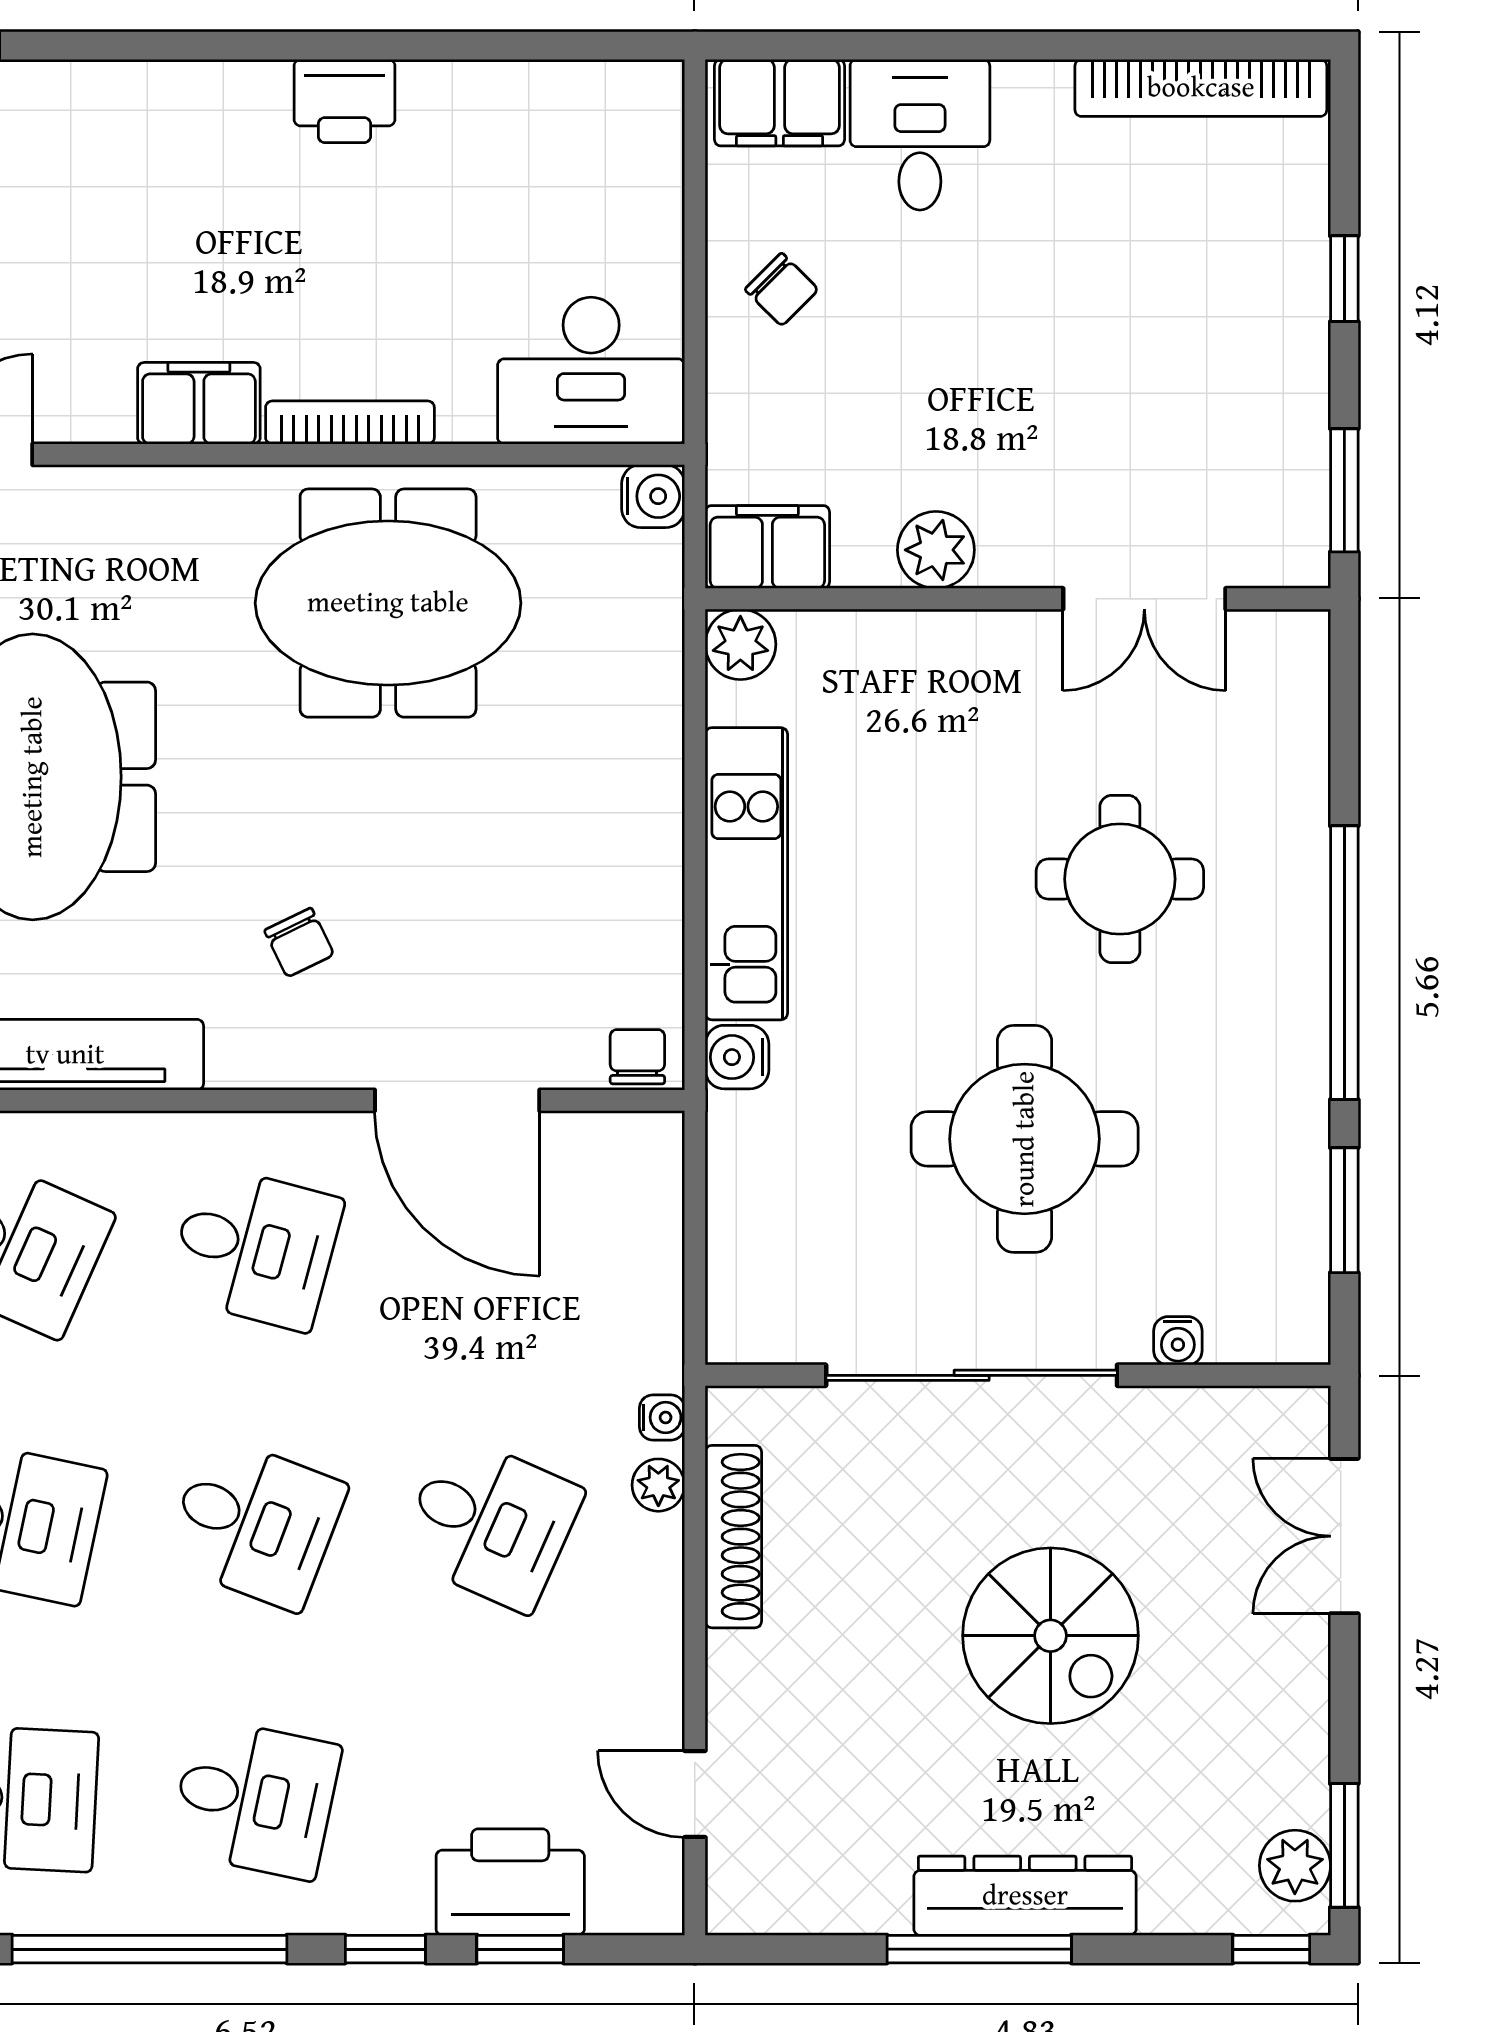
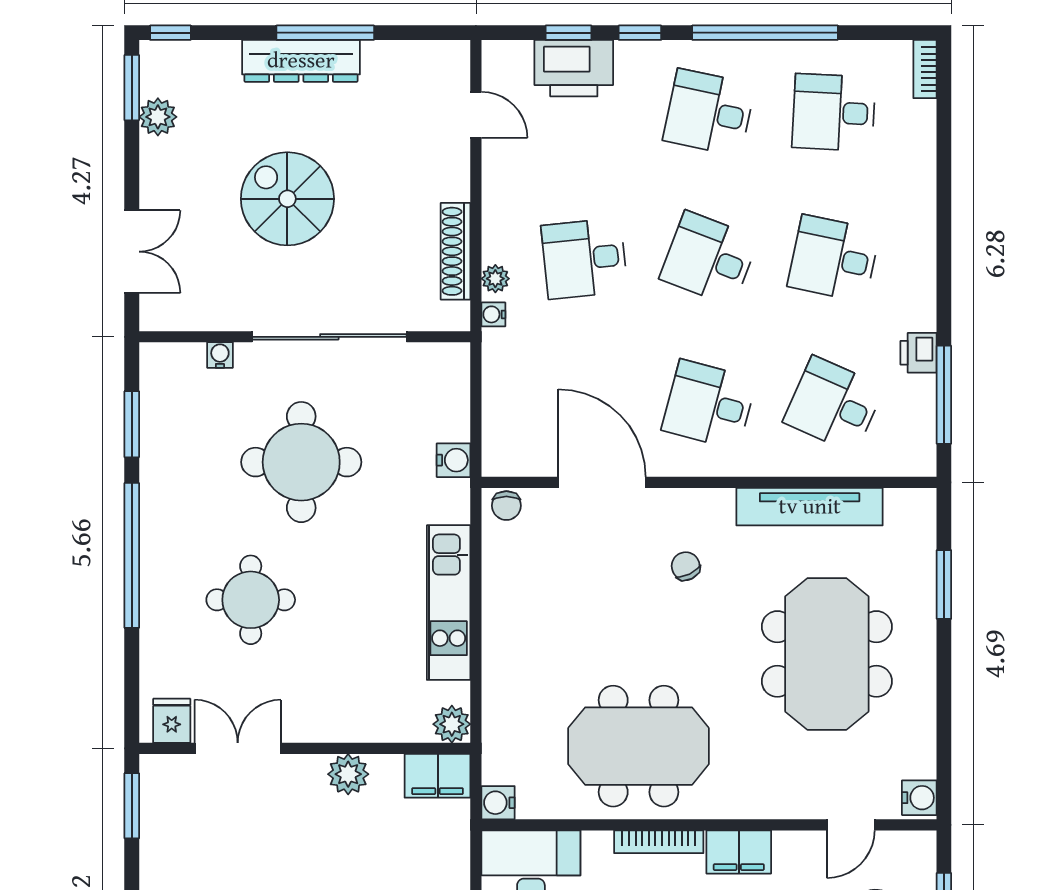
fridge: (1269, 651) -> (172, 721), added
water cooler: (737, 1057) -> (454, 460), moved
desk: (490, 1523) -> (584, 258), turned -30
plant: (1295, 1866) -> (158, 117), moved

